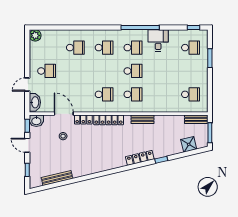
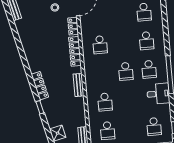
school desk: (133, 94) -> (105, 102), moved

